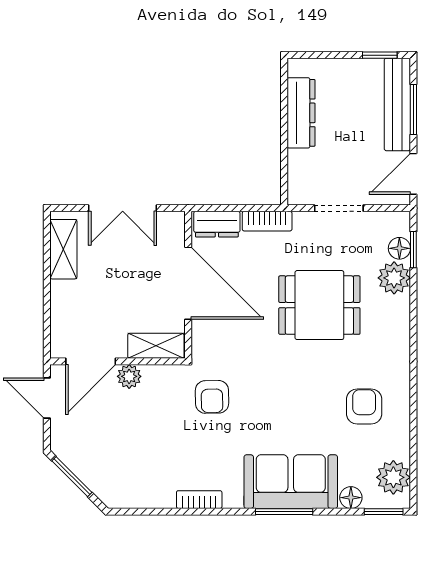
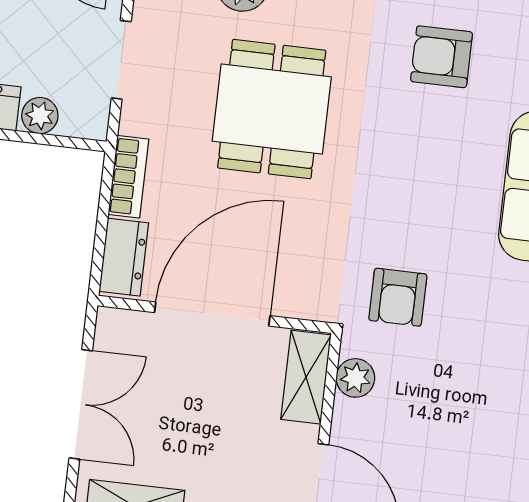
plant: (299, 162) -> (40, 116), added
plant: (129, 376) -> (355, 378), moved
armchair: (212, 397) -> (398, 297), turned 91

